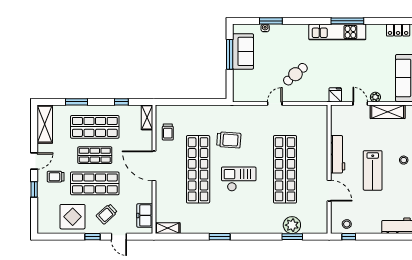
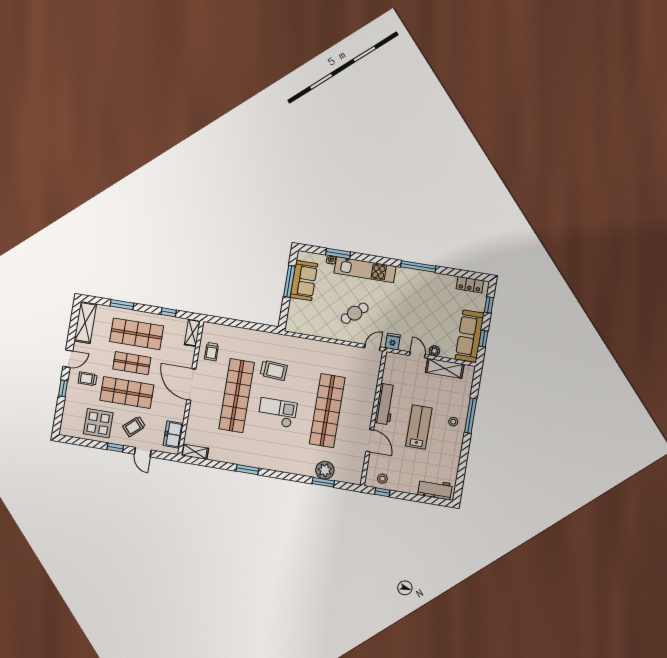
kitchen unit: (337, 32) -> (365, 270), moved
door: (275, 103) -> (372, 347), moved
lab bench: (373, 170) -> (419, 427), turned 180

